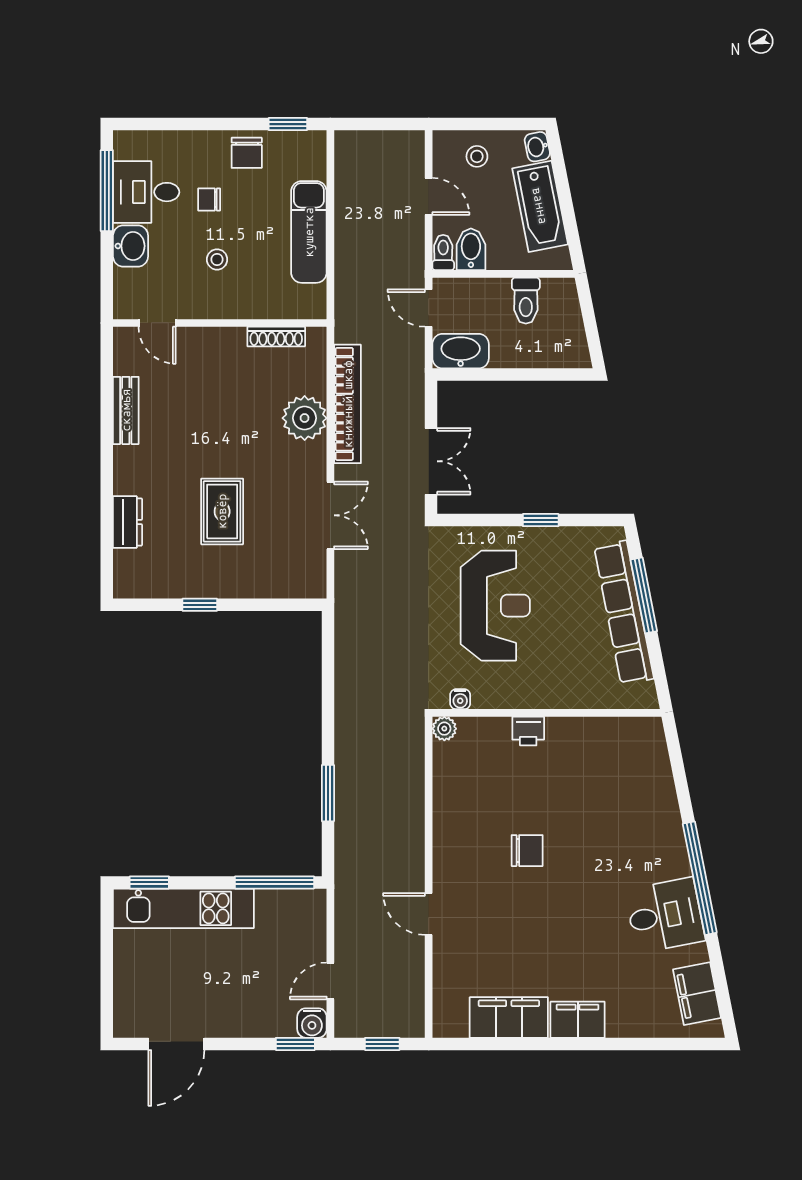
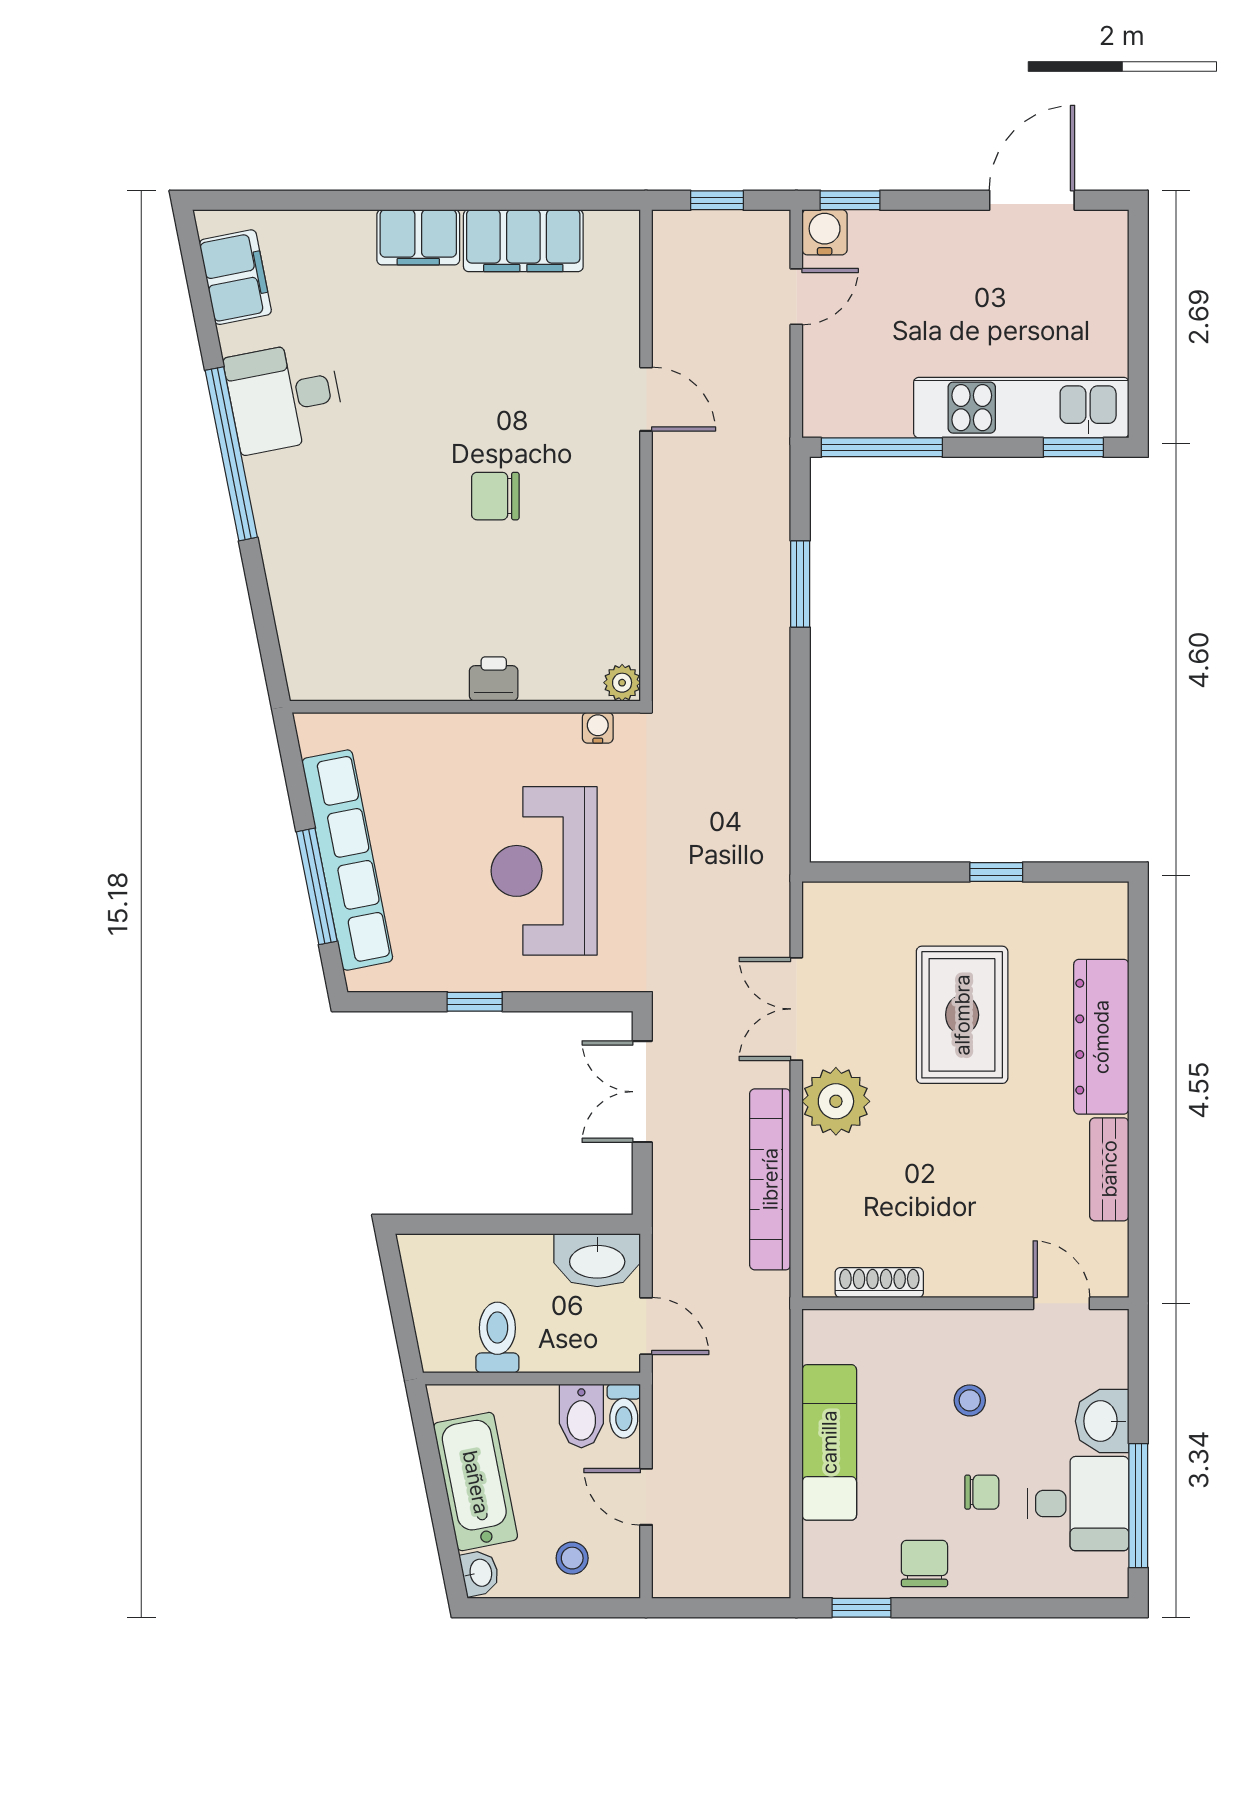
plant: (305, 418) -> (836, 1101), moved
rug: (222, 511) -> (962, 1015), width x1.36, depth x1.43
dresser: (127, 522) -> (1101, 1037), width x1.96, depth x1.24

